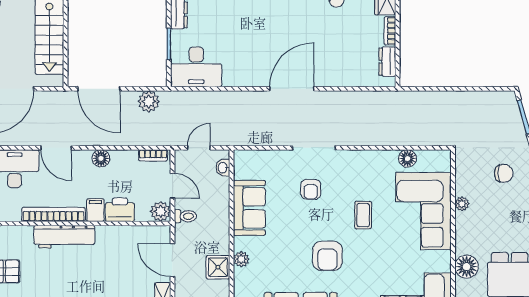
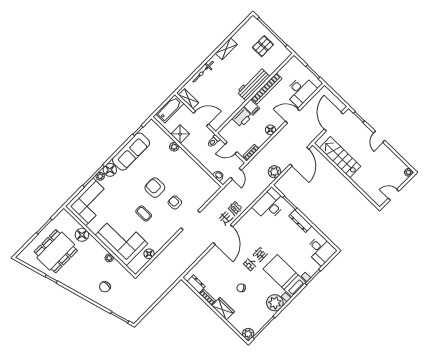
door: (99, 89) -> (299, 157), swing flipped
sofa: (249, 208) -> (192, 170), removed
plant: (161, 211) -> (225, 133), removed
armchair: (327, 256) -> (155, 188), moved

